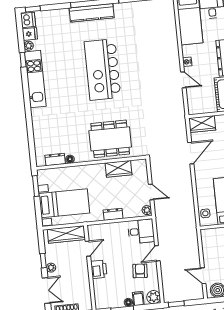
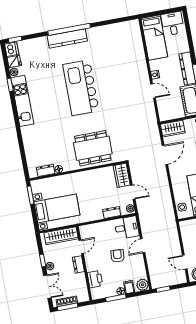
wardrobe: (118, 169) -> (122, 175), moved, turned 90
dresser: (113, 214) -> (112, 213), moved
dresser: (83, 268) -> (78, 264), added
printer: (99, 269) -> (95, 279), moved
armchair: (140, 271) -> (118, 256), moved

